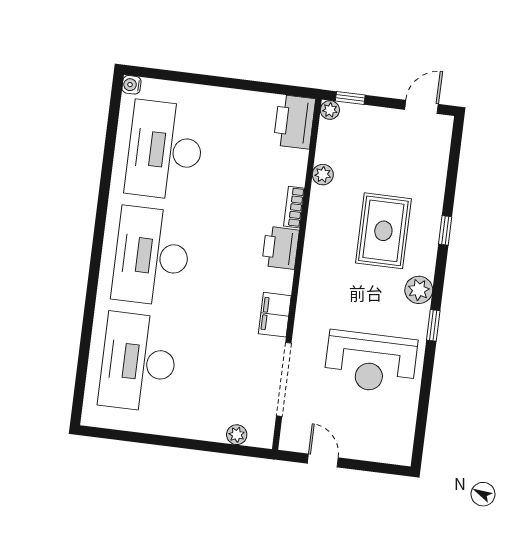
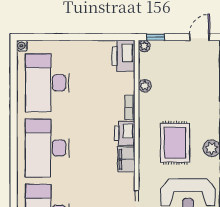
rug: (383, 231) -> (175, 143), moved
filing cabinet: (275, 315) -> (126, 159), moved

